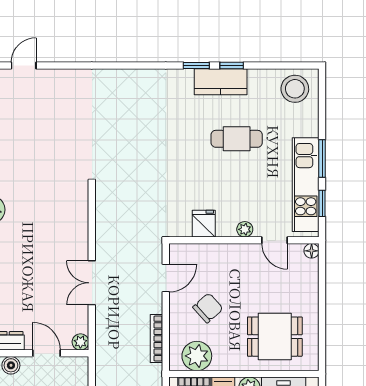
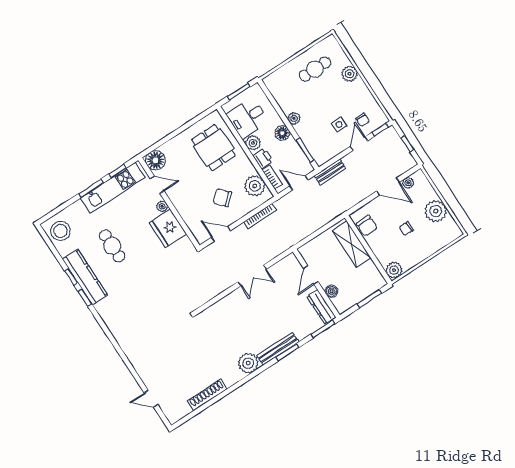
kitchen counter: (221, 82) -> (85, 277), width x1.50
fridge: (204, 224) -> (168, 228), width x1.88, depth x1.34
door: (275, 240) -> (157, 185), hinge flipped
floor lamp: (312, 251) -> (155, 160), width x1.89, depth x1.89
plant: (80, 342) -> (291, 259), removed

